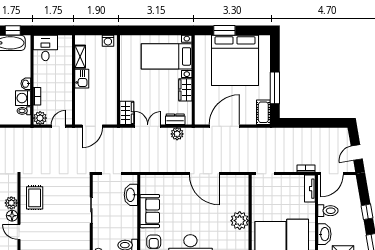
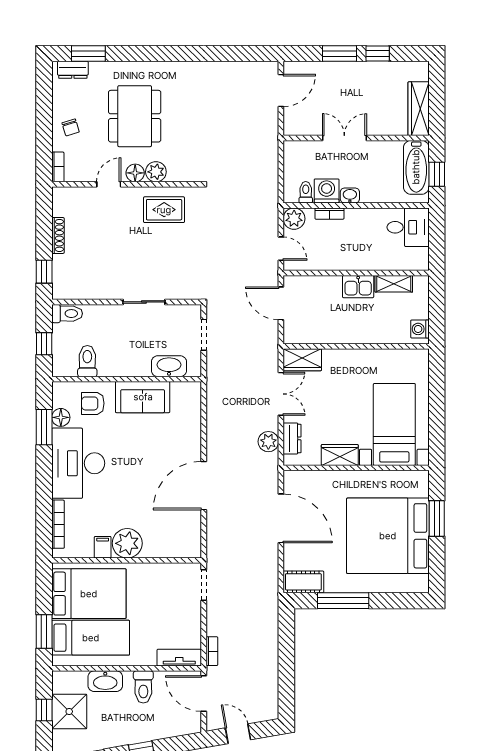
filing cabinet: (242, 236) -> (103, 547), added

